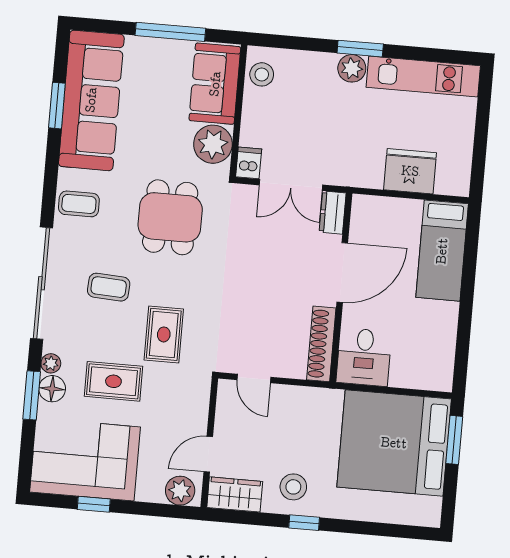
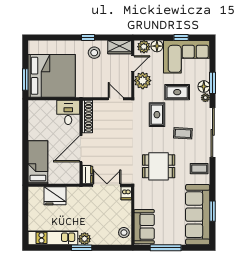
plant: (213, 144) -> (143, 81), moved
dining table: (170, 217) -> (159, 166), turned 90
floor lamp: (150, 489) -> (157, 46), added

